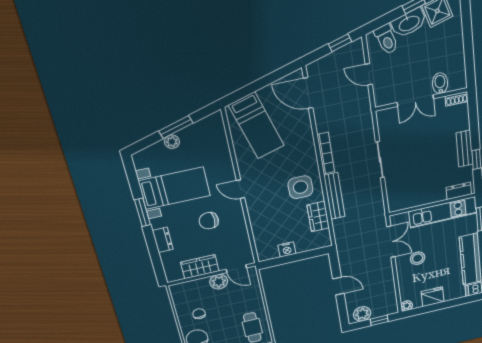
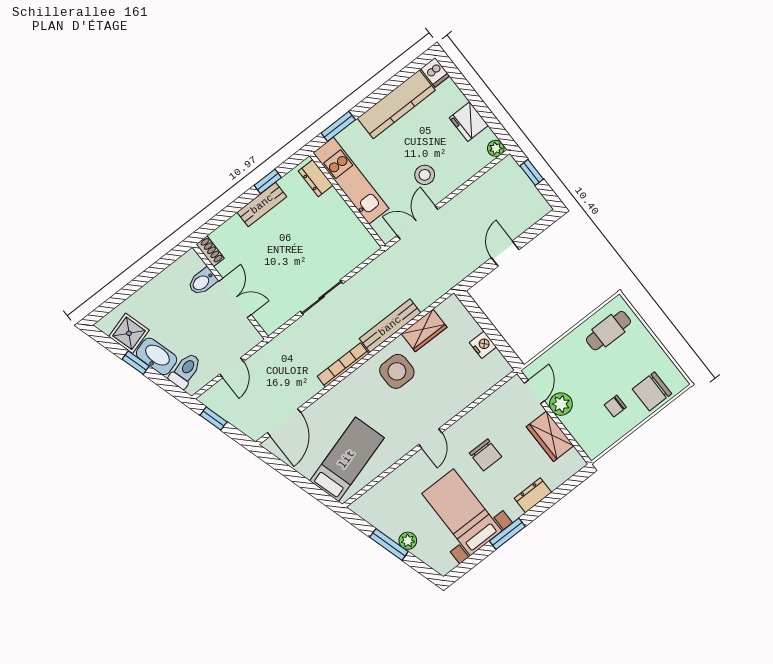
plant: (362, 314) -> (532, 200), removed

